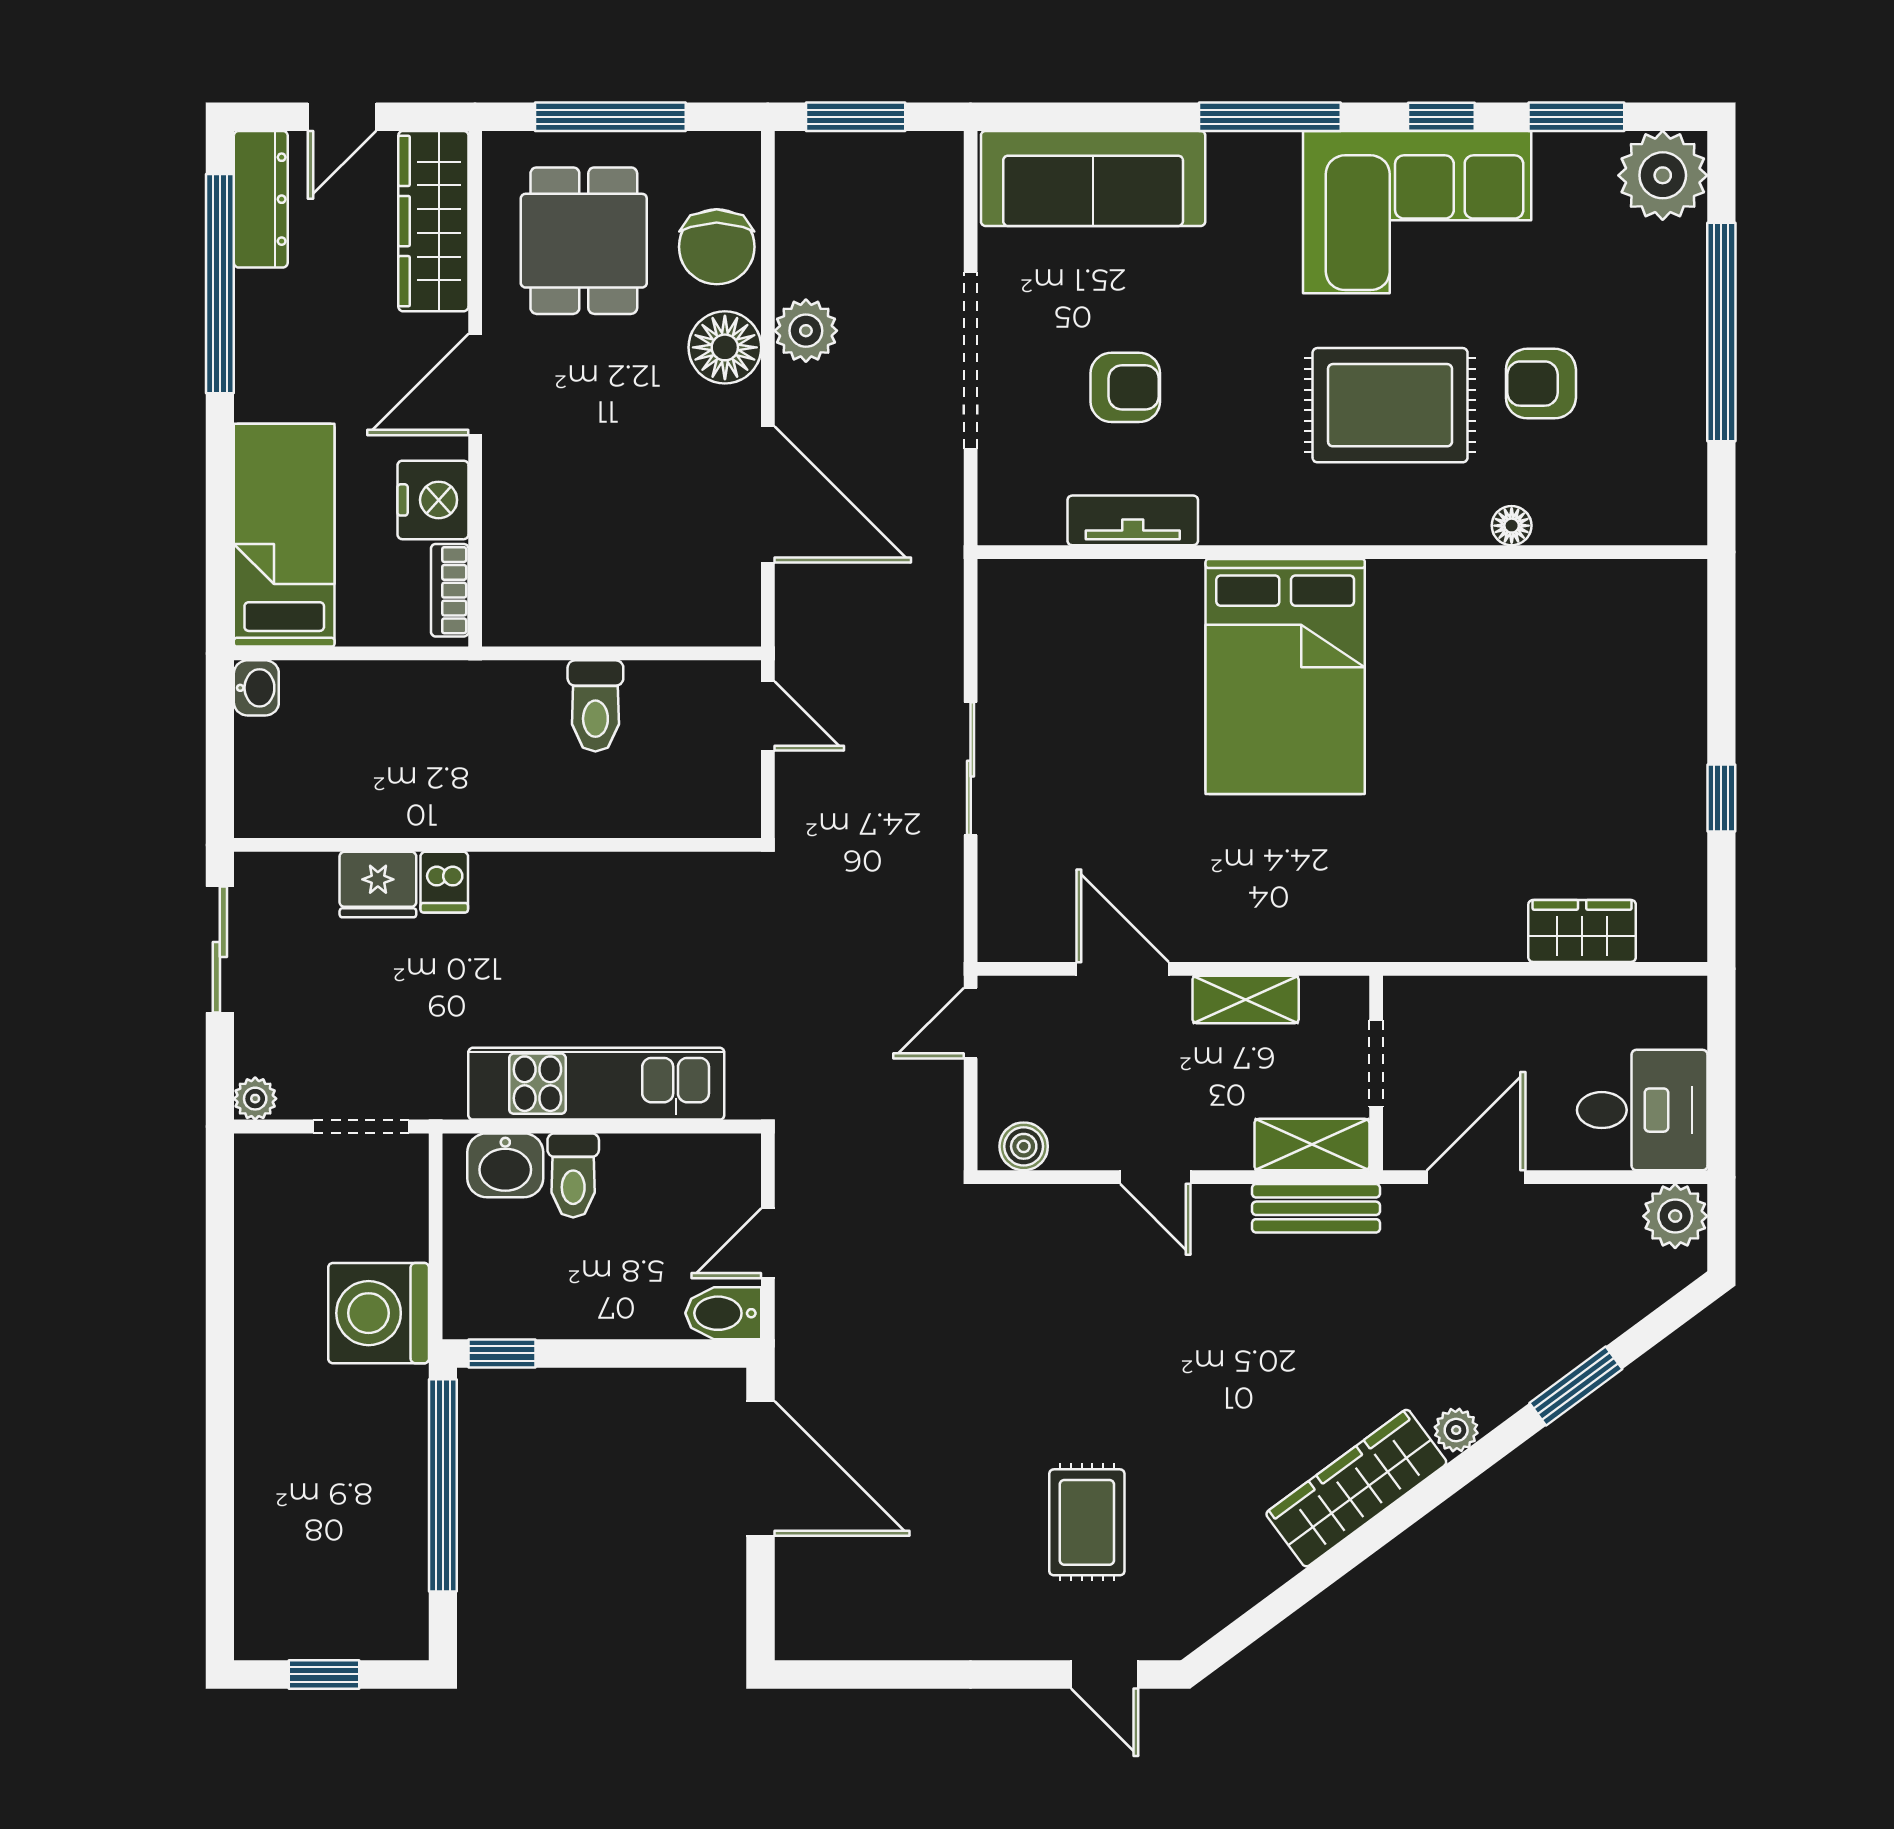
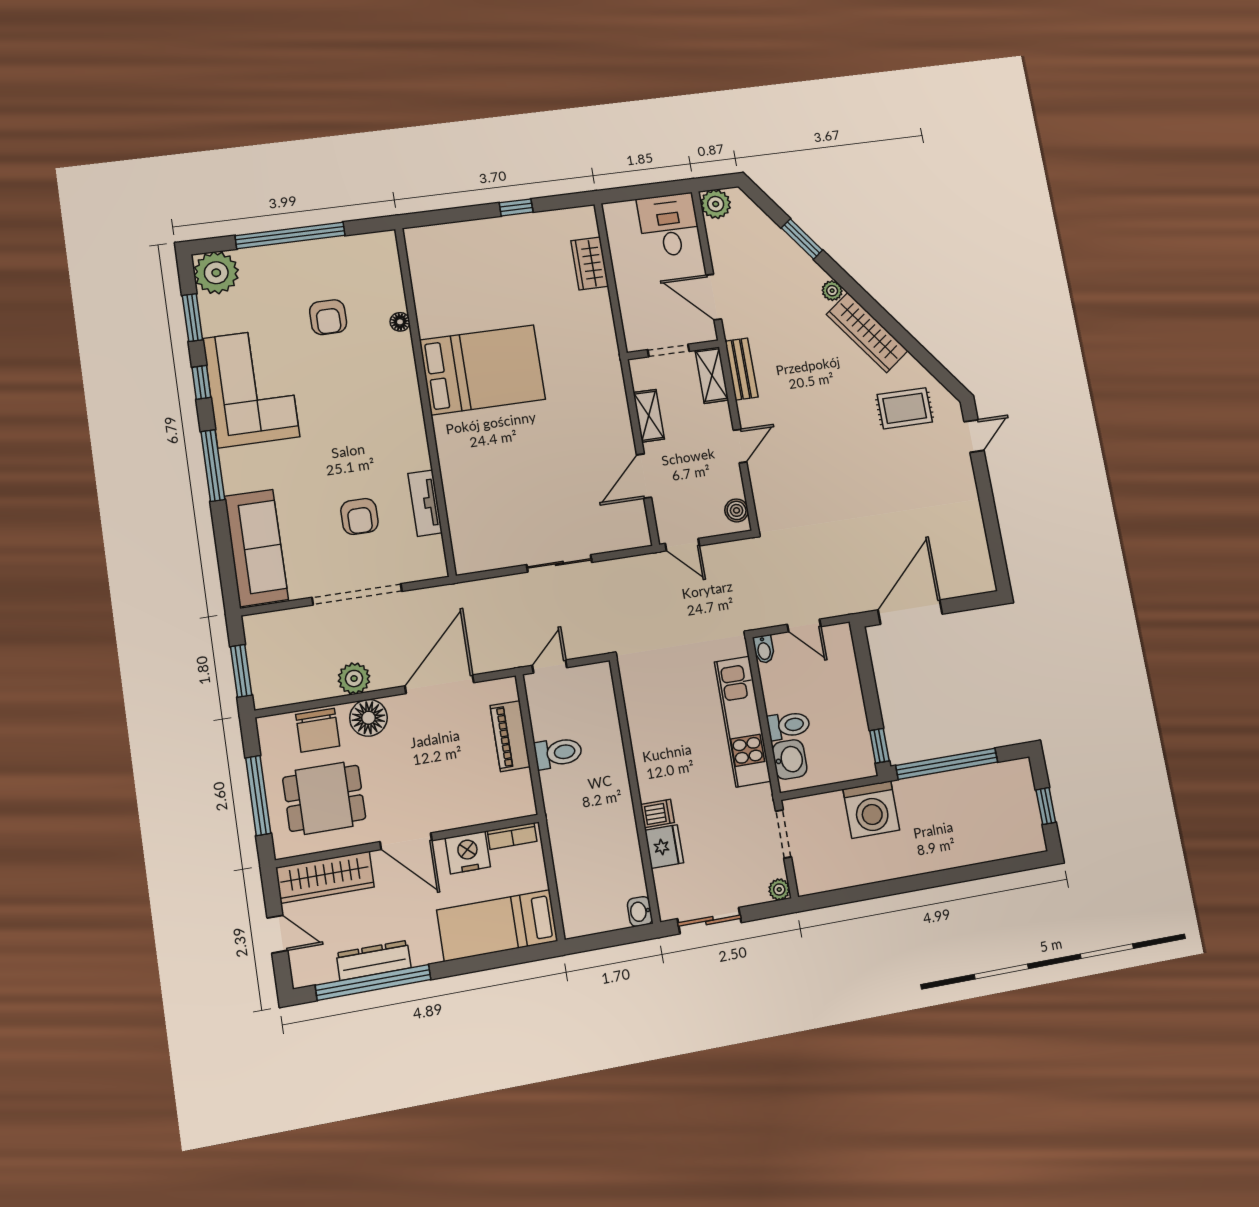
dresser: (261, 199) -> (374, 960), moved
chair: (717, 247) -> (318, 730), turned 90
armchair: (1125, 387) -> (359, 516), turned 180
rug: (1390, 405) -> (349, 387), removed
piano: (644, 617) -> (510, 736), added
bed: (1285, 677) -> (483, 370), moved
washbasin: (256, 688) -> (640, 911), moved, turned -90
bidet: (723, 1313) -> (764, 649), moved, width x0.72, depth x0.74
rug: (1087, 1522) -> (905, 408), moved

